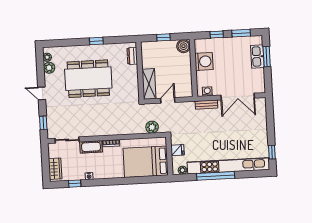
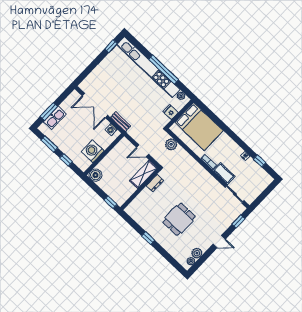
window: (163, 37) -> (111, 202), moved
dresser: (132, 56) -> (155, 183), moved
dining table: (88, 79) -> (179, 219), width x0.53, depth x0.80
door: (42, 93) -> (219, 242), hinge flipped
double door: (238, 97) -> (95, 106), swing flipped
wardrobe: (55, 169) -> (262, 184), removed

